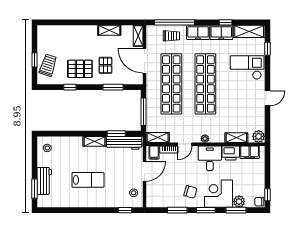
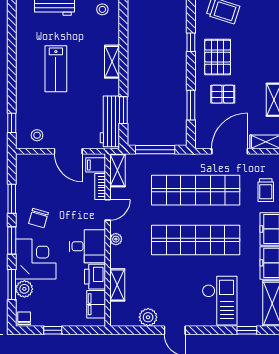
plant: (259, 136) -> (148, 317), moved
shelving: (95, 141) -> (112, 62), moved
door: (185, 144) -> (108, 210), swing flipped
window: (268, 195) -> (53, 330), moved

